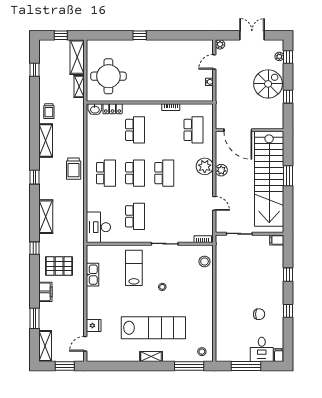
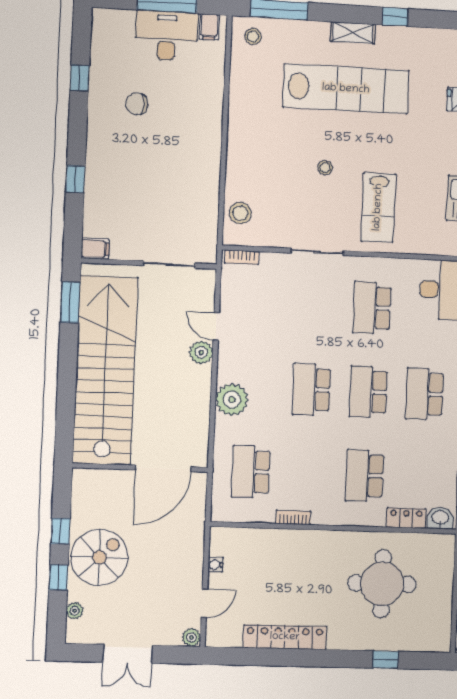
window: (140, 35) -> (386, 660), moved
locker: (172, 46) -> (285, 637), added
window: (288, 57) -> (59, 577), moved
round table: (108, 76) -> (382, 584), moved
spiral stairs: (268, 84) -> (99, 557), turned 180
door: (238, 130) -> (163, 468), swing flipped
plant: (221, 170) -> (201, 352), moved
window: (288, 176) -> (70, 302), moved
window: (288, 311) -> (80, 78), moved
lab bench: (153, 328) -> (346, 89), turned 180
desk: (262, 349) -> (167, 36), moved, width x1.37
filing cabinet: (279, 355) -> (209, 27), moved
window: (130, 366) -> (395, 17), added

